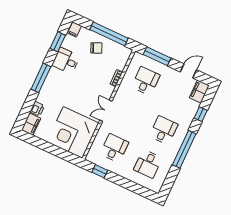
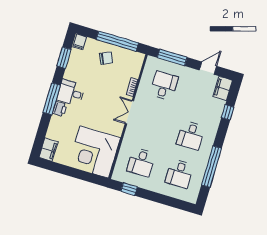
desk: (66, 61) -> (71, 93), moved
printer: (37, 109) -> (60, 109), moved
double door: (106, 111) -> (129, 112), moved
desk: (164, 130) -> (191, 135), turned 180
desk: (114, 148) -> (141, 162), turned 180
window: (184, 149) -> (212, 167), moved

